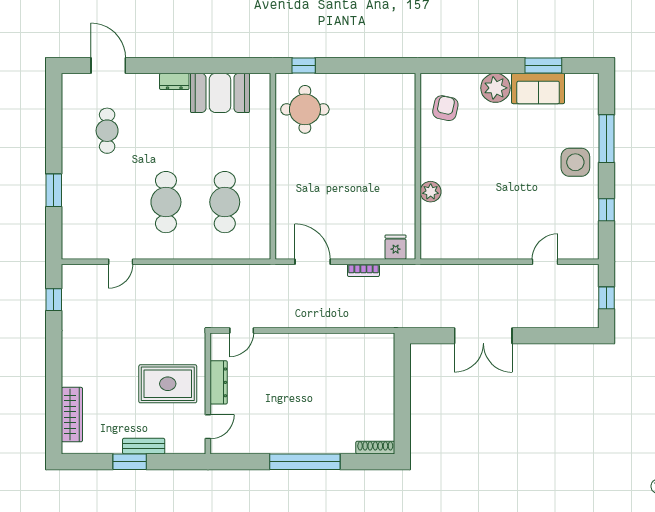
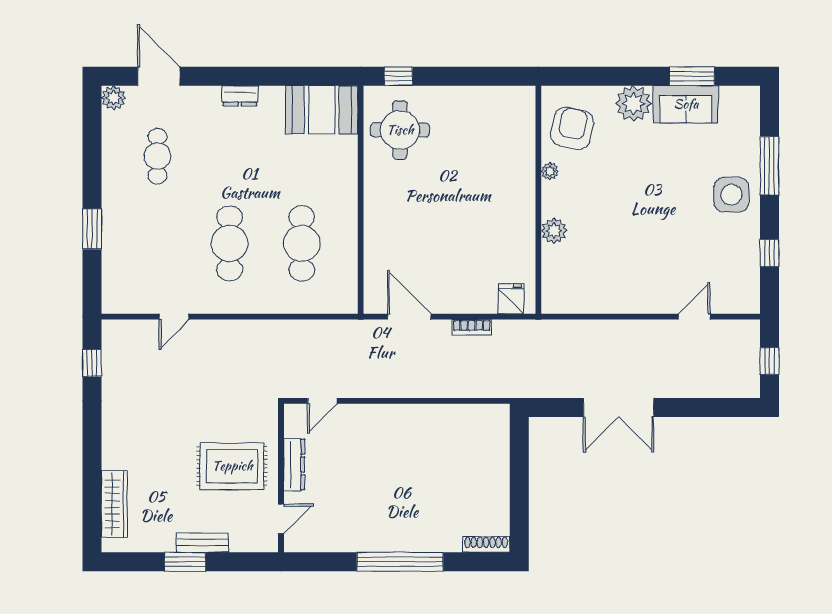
plant: (71, 83) -> (114, 98), added
booth: (220, 93) -> (322, 110), moved
armchair: (445, 108) -> (572, 128), width x1.38, depth x1.38
plant: (427, 143) -> (550, 171), added

